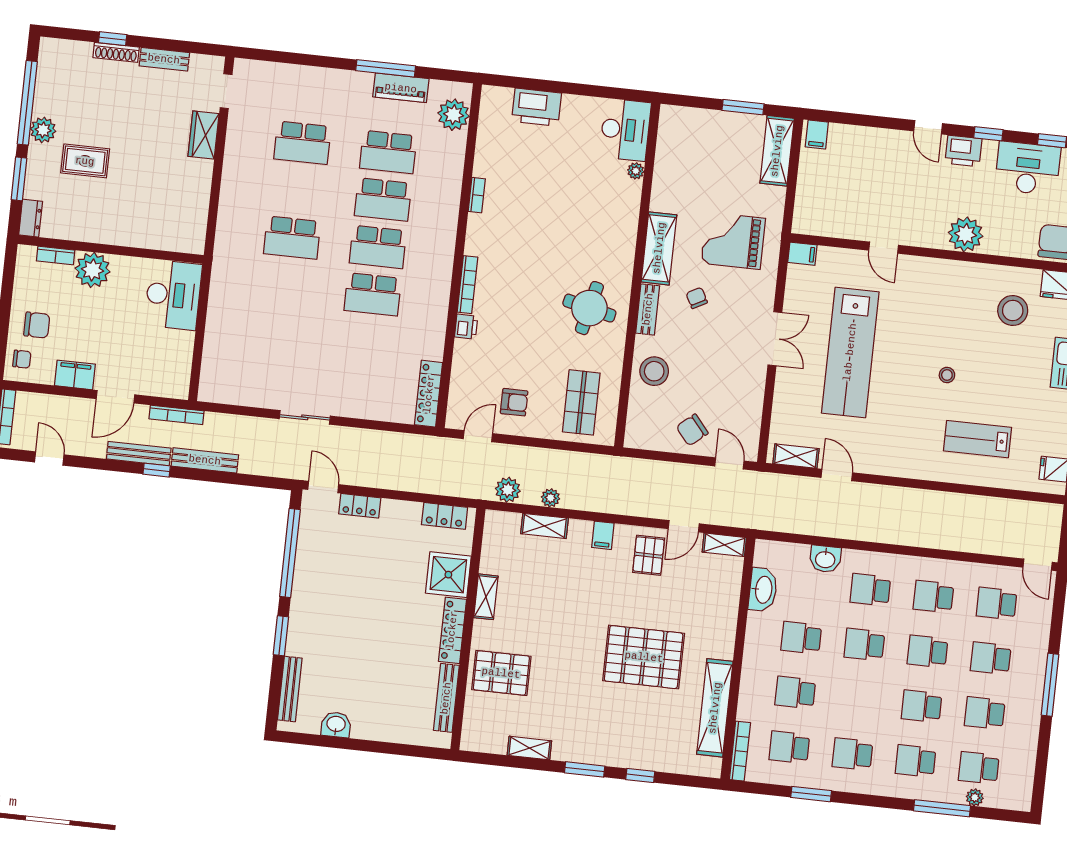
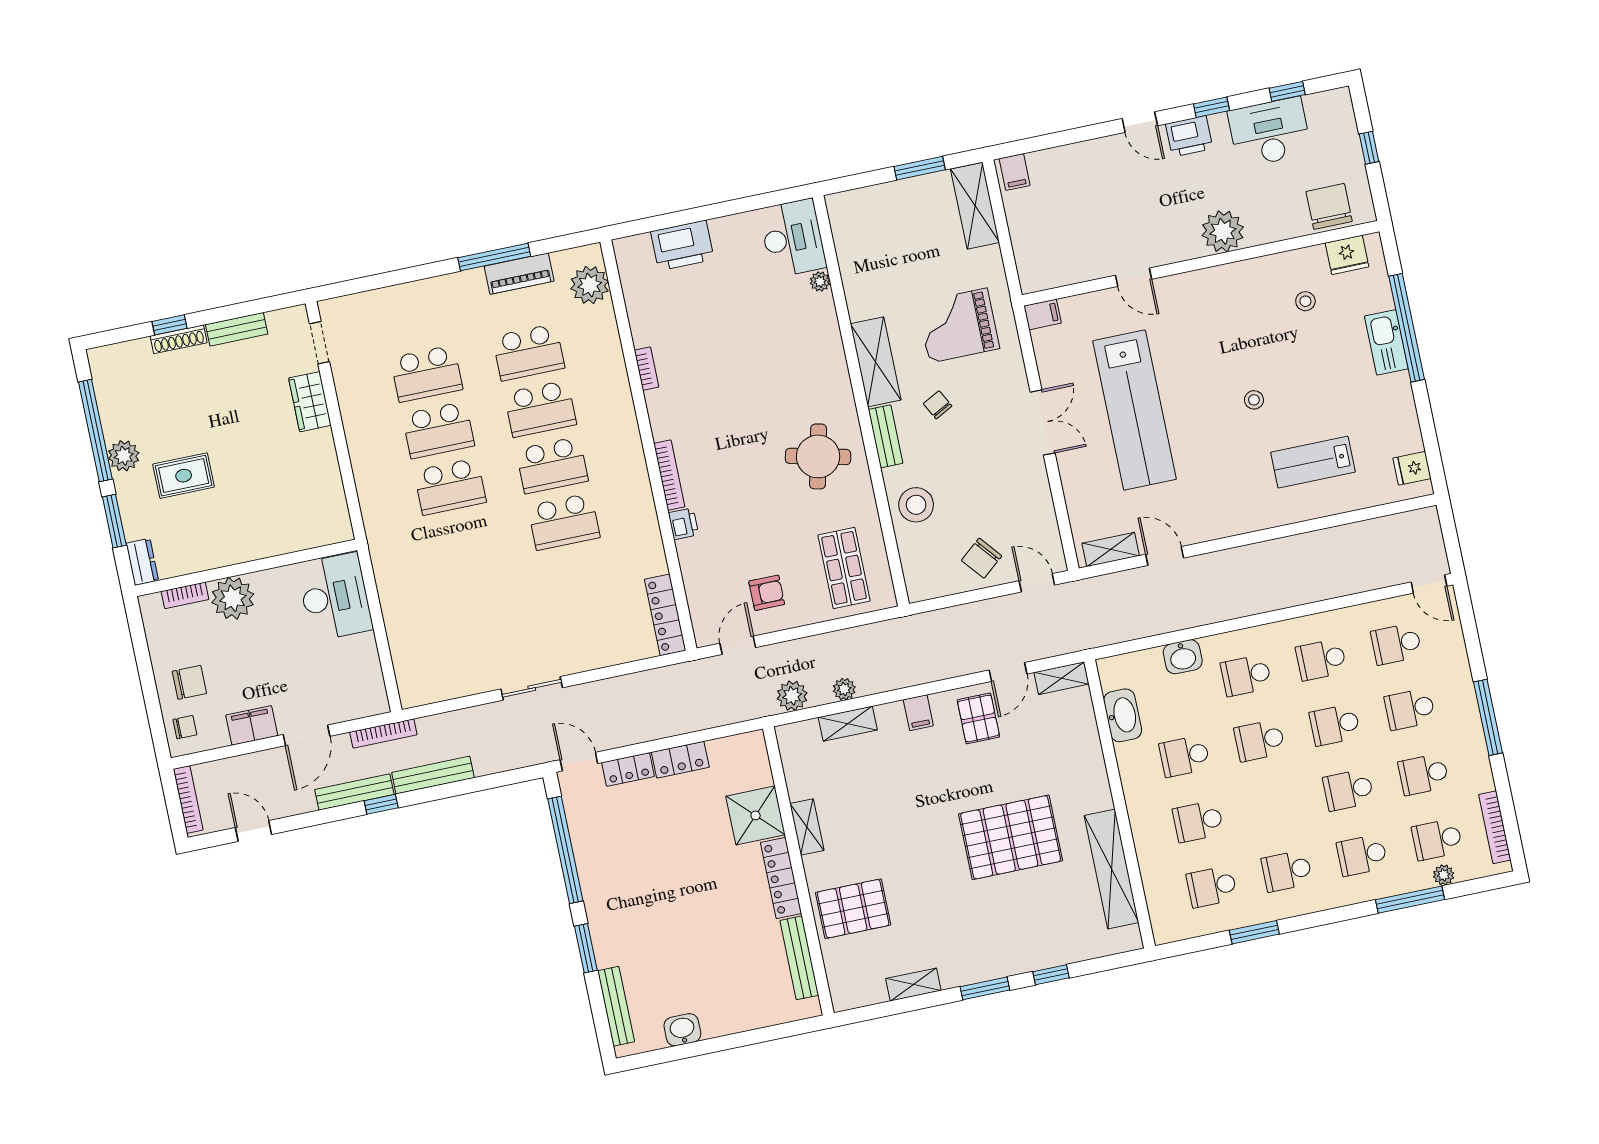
school desk: (297, 190) -> (438, 430), added
stool: (1013, 310) -> (1305, 301), width x0.53, depth x0.53
locker: (445, 516) -> (680, 760), moved
bookcase: (740, 751) -> (1495, 827), moved, turned 180

